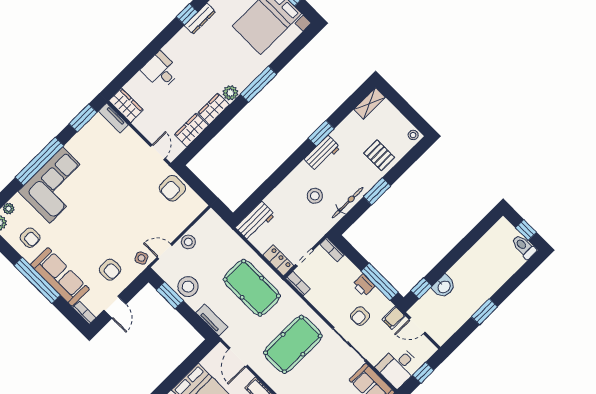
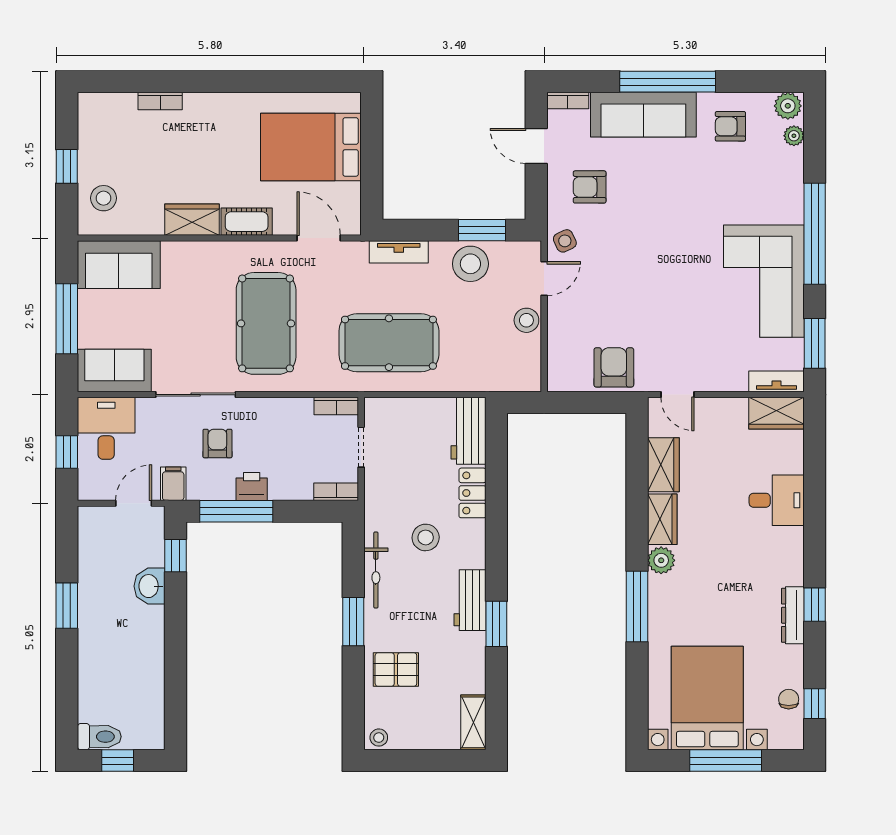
corner sofa: (56, 185) -> (764, 281), moved
locker: (278, 260) -> (472, 493), moved, turned 90

